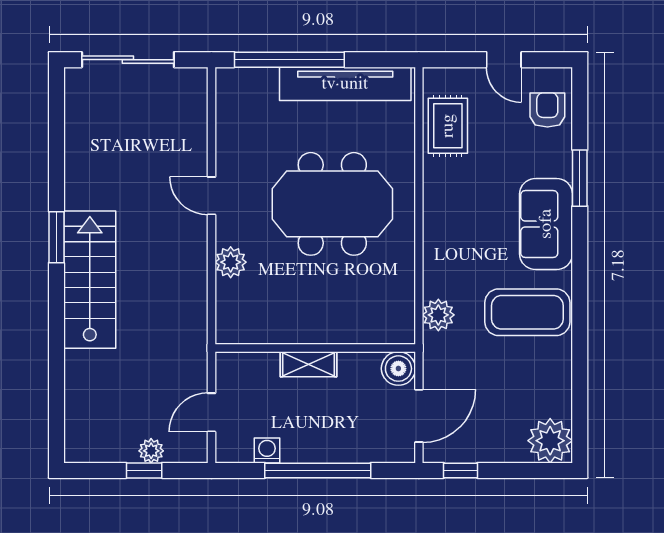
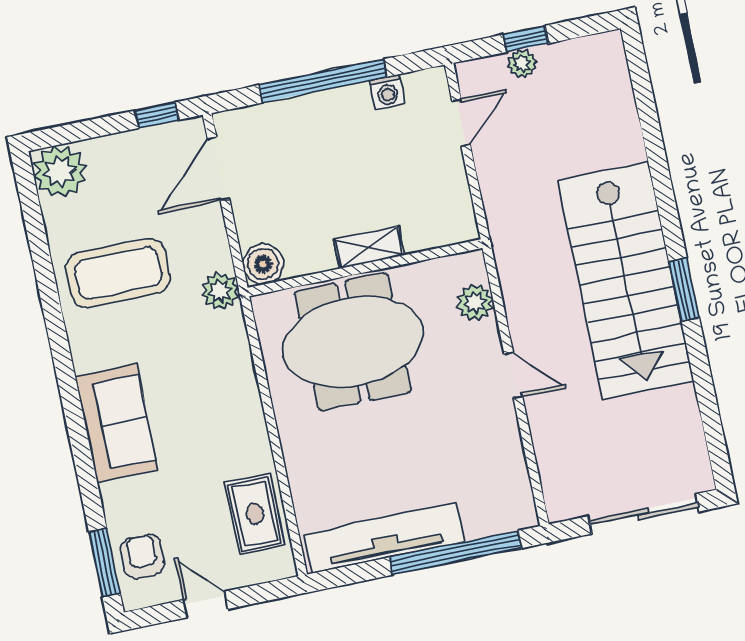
armchair: (547, 110) -> (143, 556), turned 180
window: (580, 178) -> (104, 563), moved
meeting table: (332, 204) -> (353, 342), moved
stairs: (90, 280) -> (626, 280), width x1.36, depth x1.51
coffee table: (527, 312) -> (118, 273), moved
wall: (315, 348) -> (365, 268), moved
shelving: (308, 364) -> (369, 247), moved
boiler: (398, 369) -> (263, 264), moved

